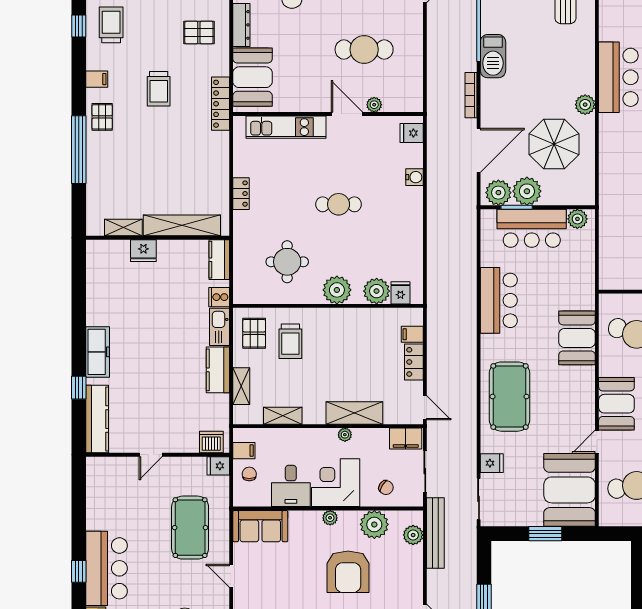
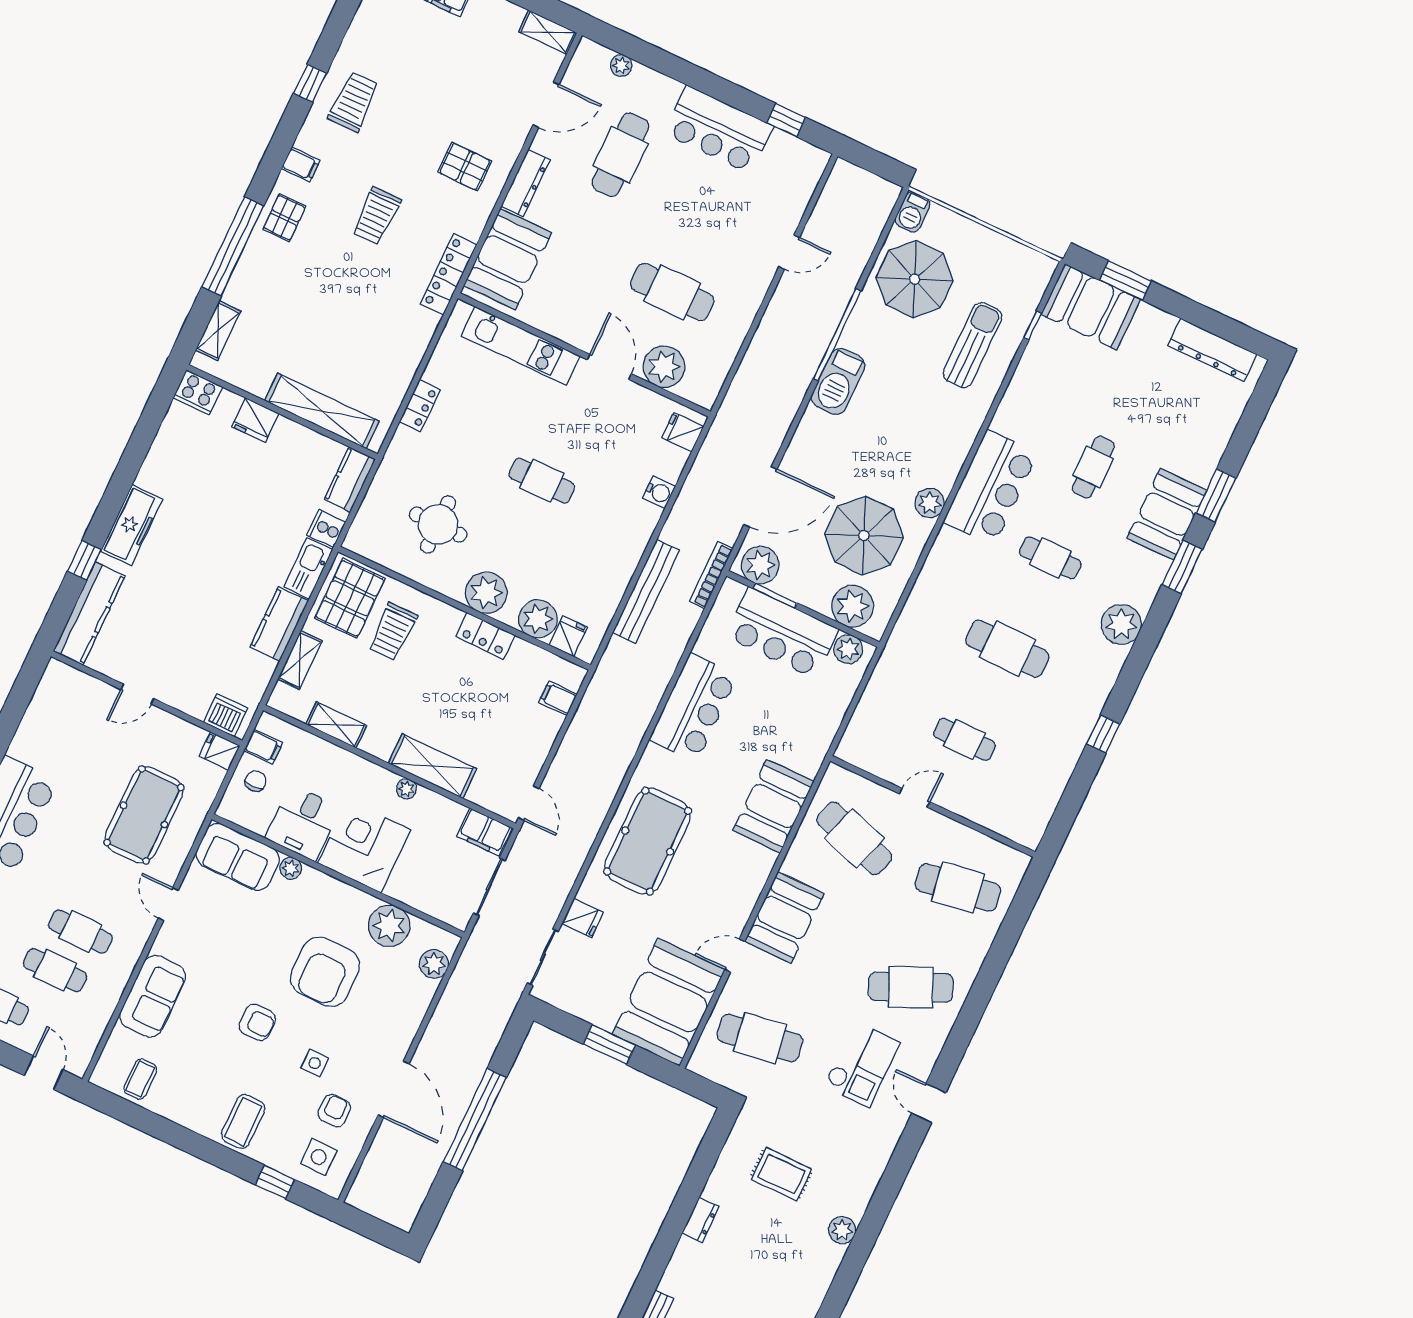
bookcase: (471, 95) -> (711, 575), moved
plant: (374, 105) -> (664, 367), width x1.87, depth x1.87
plant: (527, 191) -> (852, 606), moved
shelving: (123, 228) -> (218, 331), moved, turned 90
cooker: (100, 250) -> (198, 392), added
pallet: (254, 333) -> (350, 598), width x1.50, depth x1.42
locker: (414, 362) -> (485, 636), moved, turned -90
chair: (386, 488) -> (428, 884), removed
plant: (330, 518) -> (291, 868), moved
bench: (435, 533) -> (646, 592), moved

